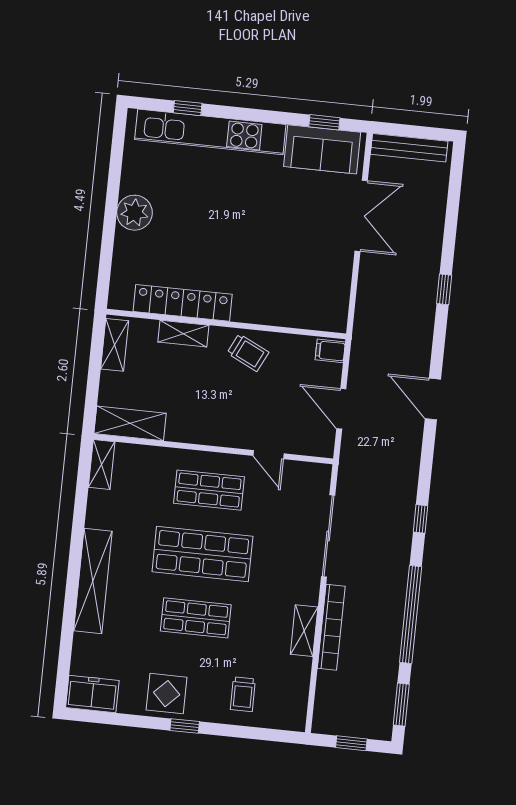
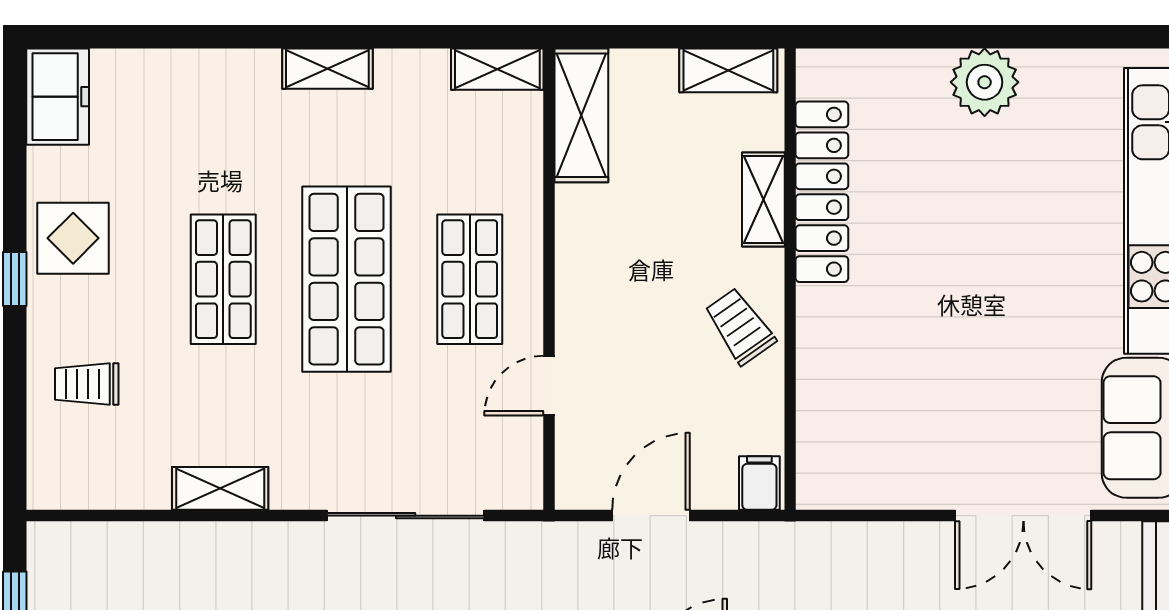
trolley: (248, 353) -> (740, 326), turned 119
shelving: (93, 581) -> (327, 69), width x0.45, depth x0.75
bookcase: (331, 627) -> (232, 540), removed

